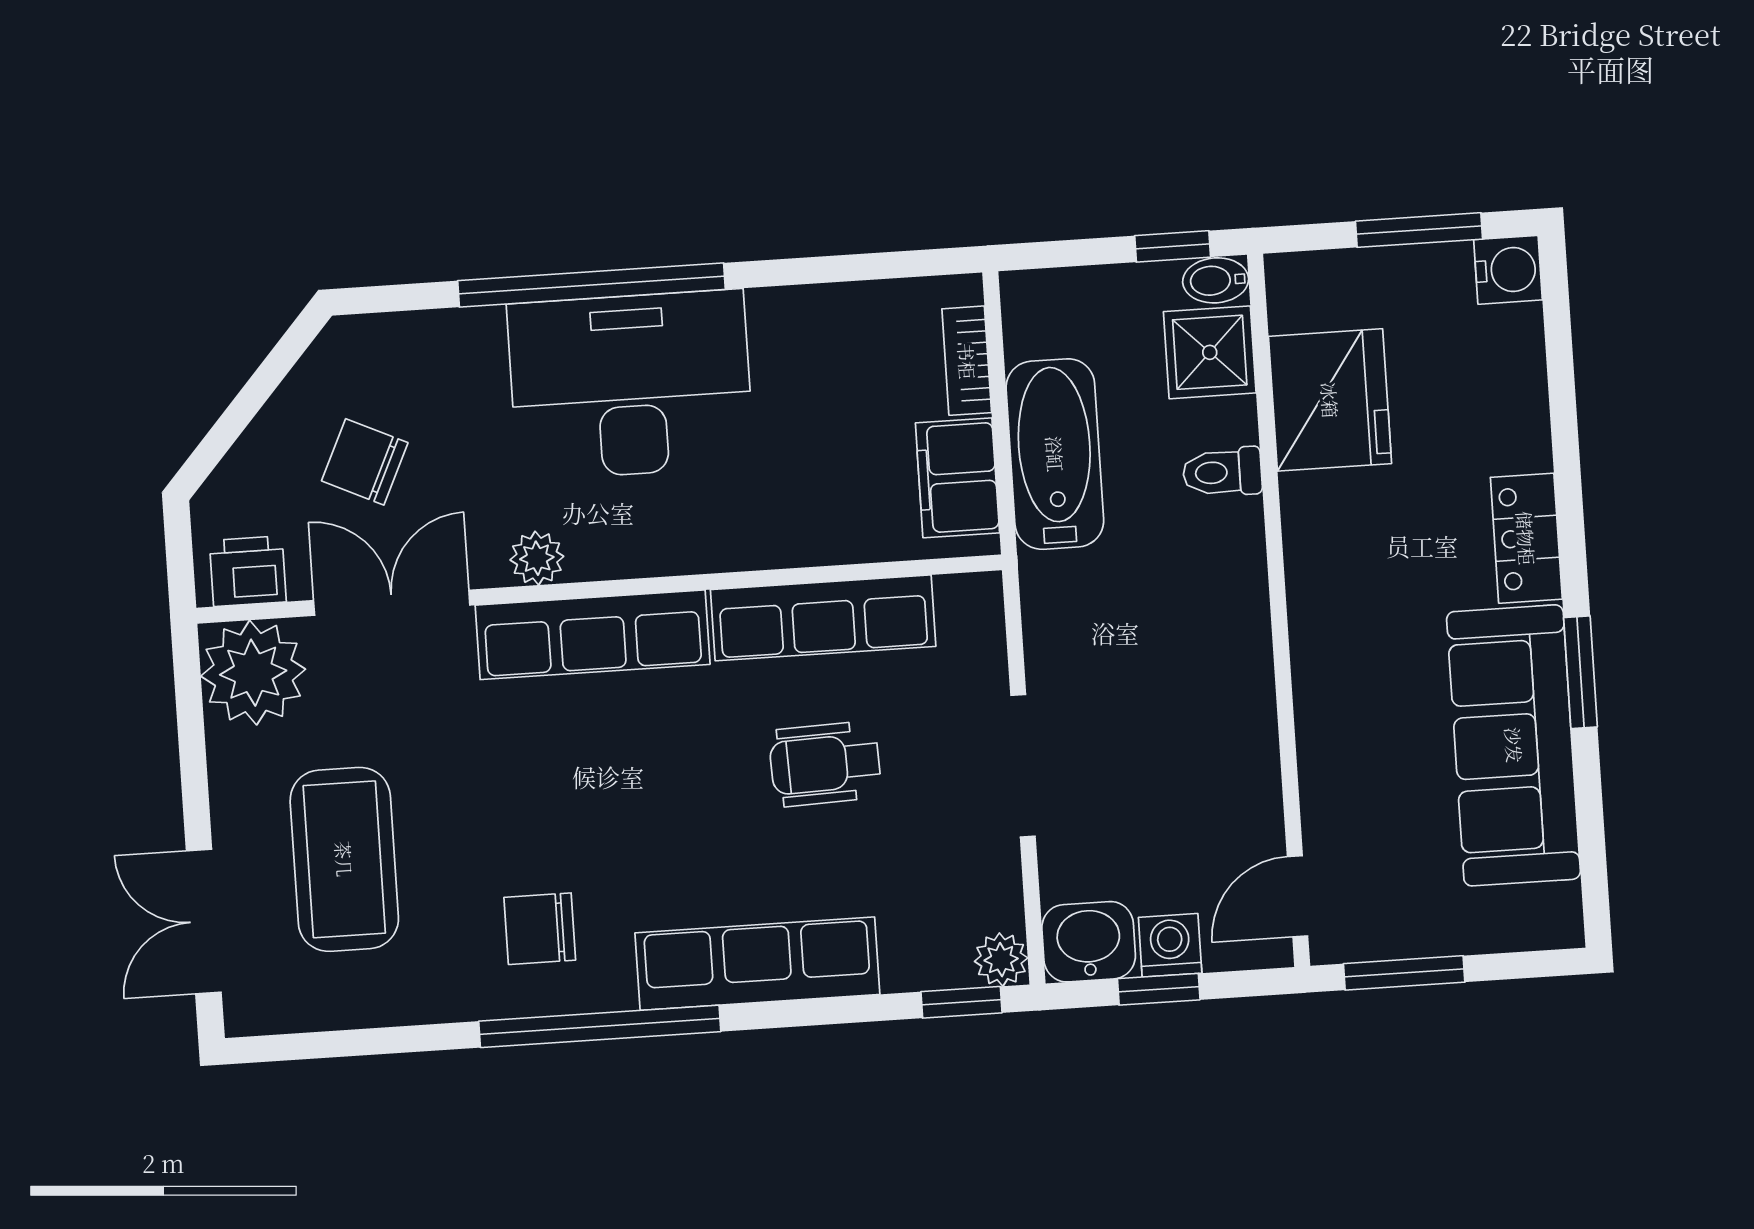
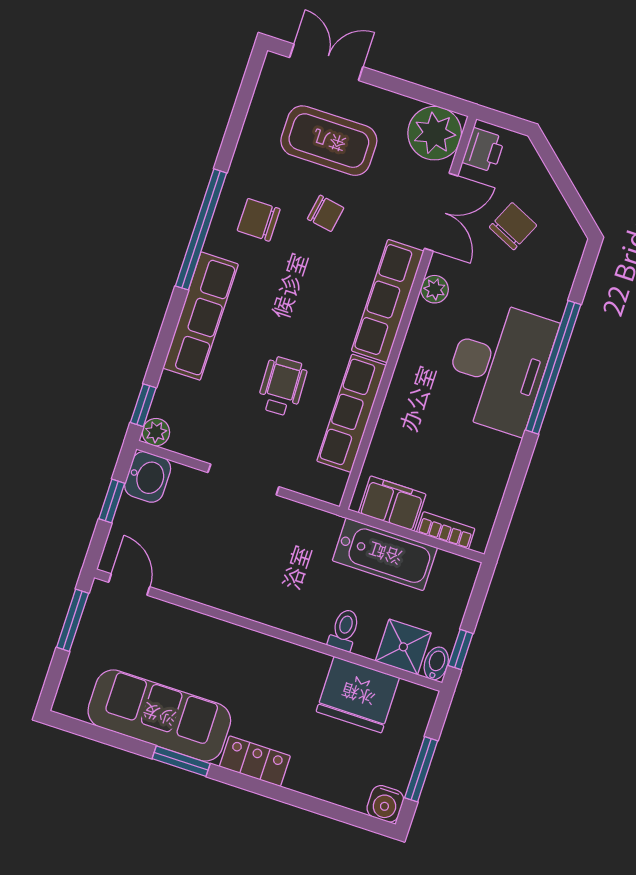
chair: (479, 812) -> (326, 213), added
chair: (540, 929) -> (259, 220), turned -90
washing machine: (1170, 945) -> (130, 515), removed

